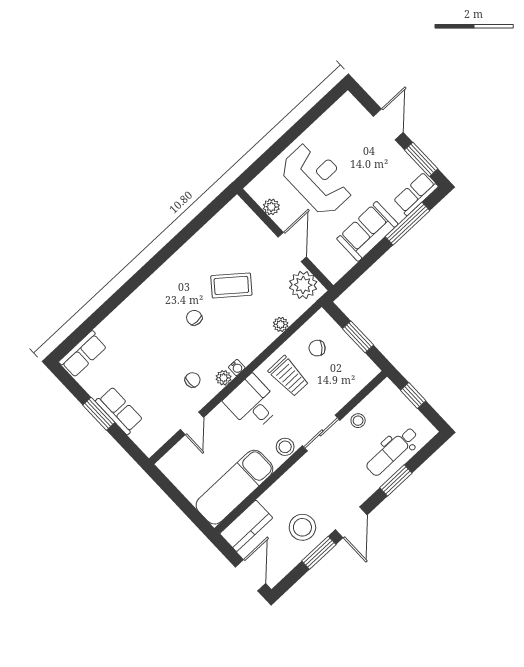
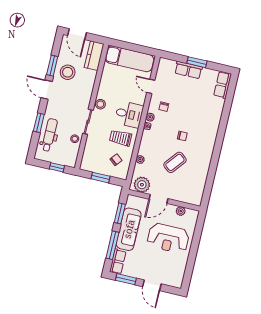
sofa: (367, 231) -> (129, 229), width x1.36
door: (292, 247) -> (159, 199), hinge flipped
window: (365, 264) -> (120, 213), added
exam couch: (234, 487) -> (129, 59), moved, turned 90

